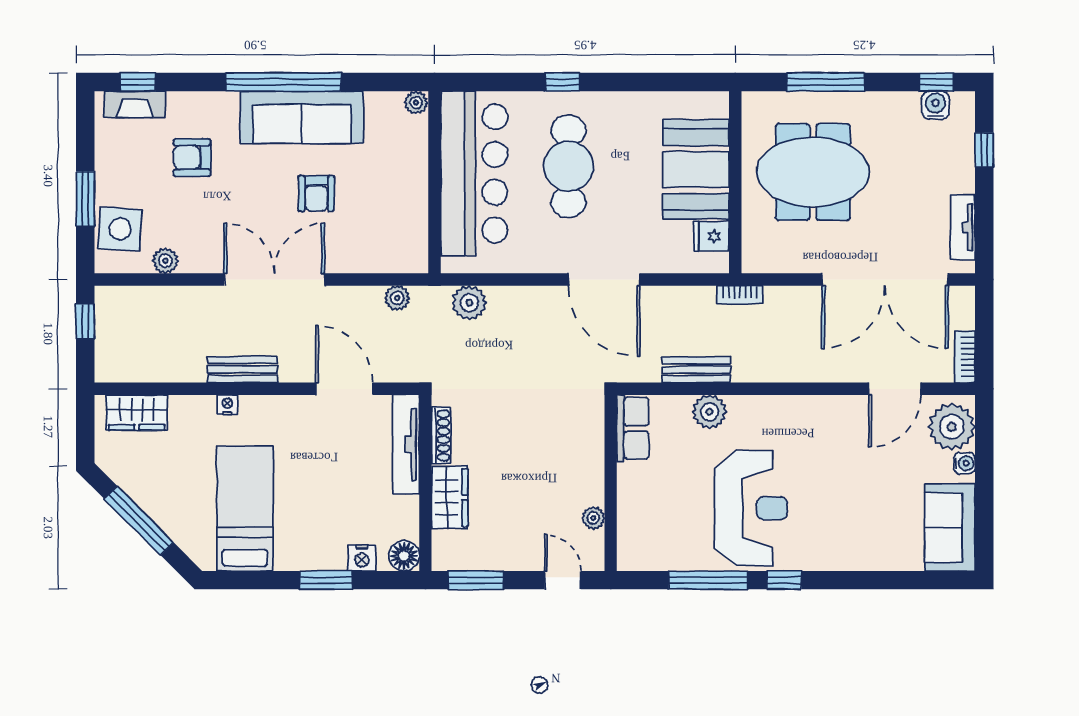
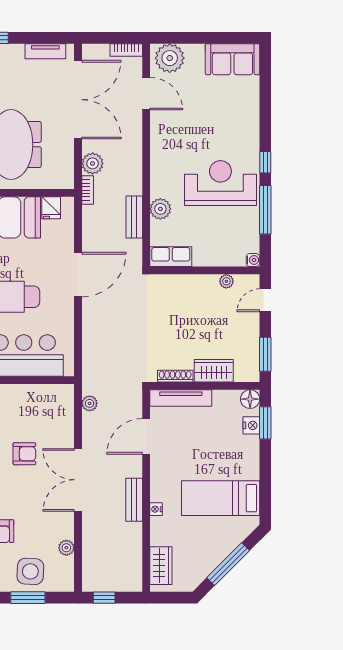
side table: (120, 229) -> (30, 571), moved
plant: (469, 303) -> (93, 163), moved
water cooler: (964, 463) -> (253, 260), moved, turned 90
window: (326, 580) -> (265, 423), moved

